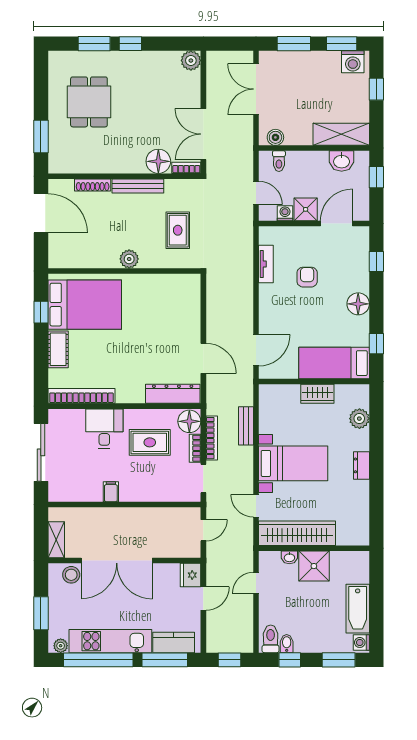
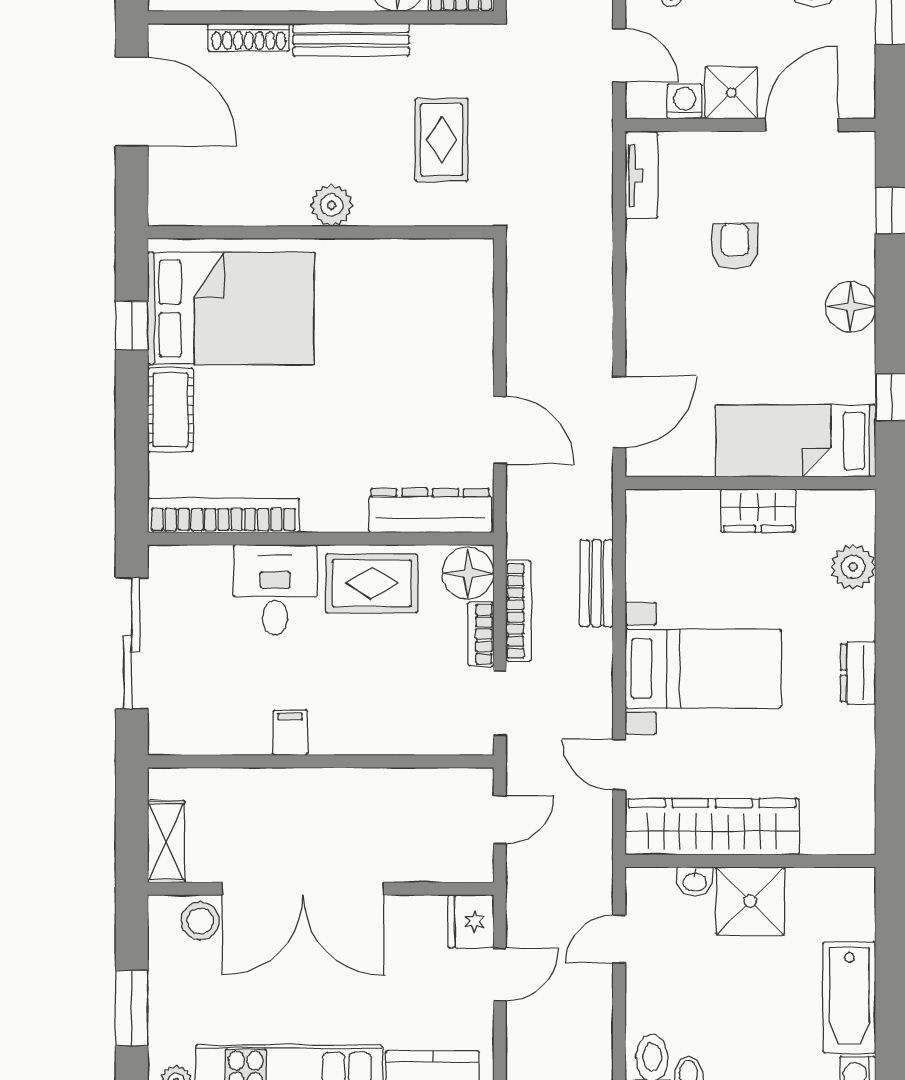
tv unit: (266, 264) -> (641, 175), moved
rug: (150, 442) -> (372, 583), moved

